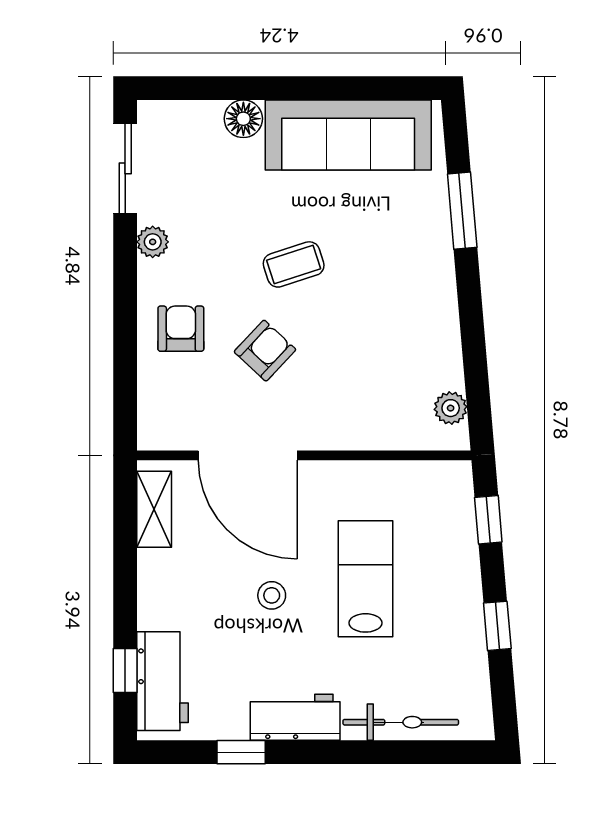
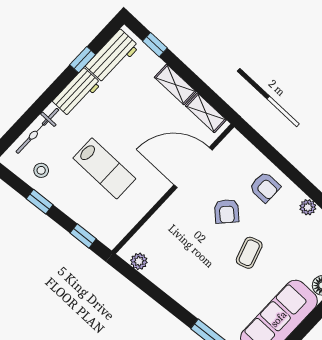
shelving: (154, 589) -> (175, 84), added
stool: (272, 595) -> (41, 170), moved
workbench: (162, 681) -> (112, 56), moved, turned -90

